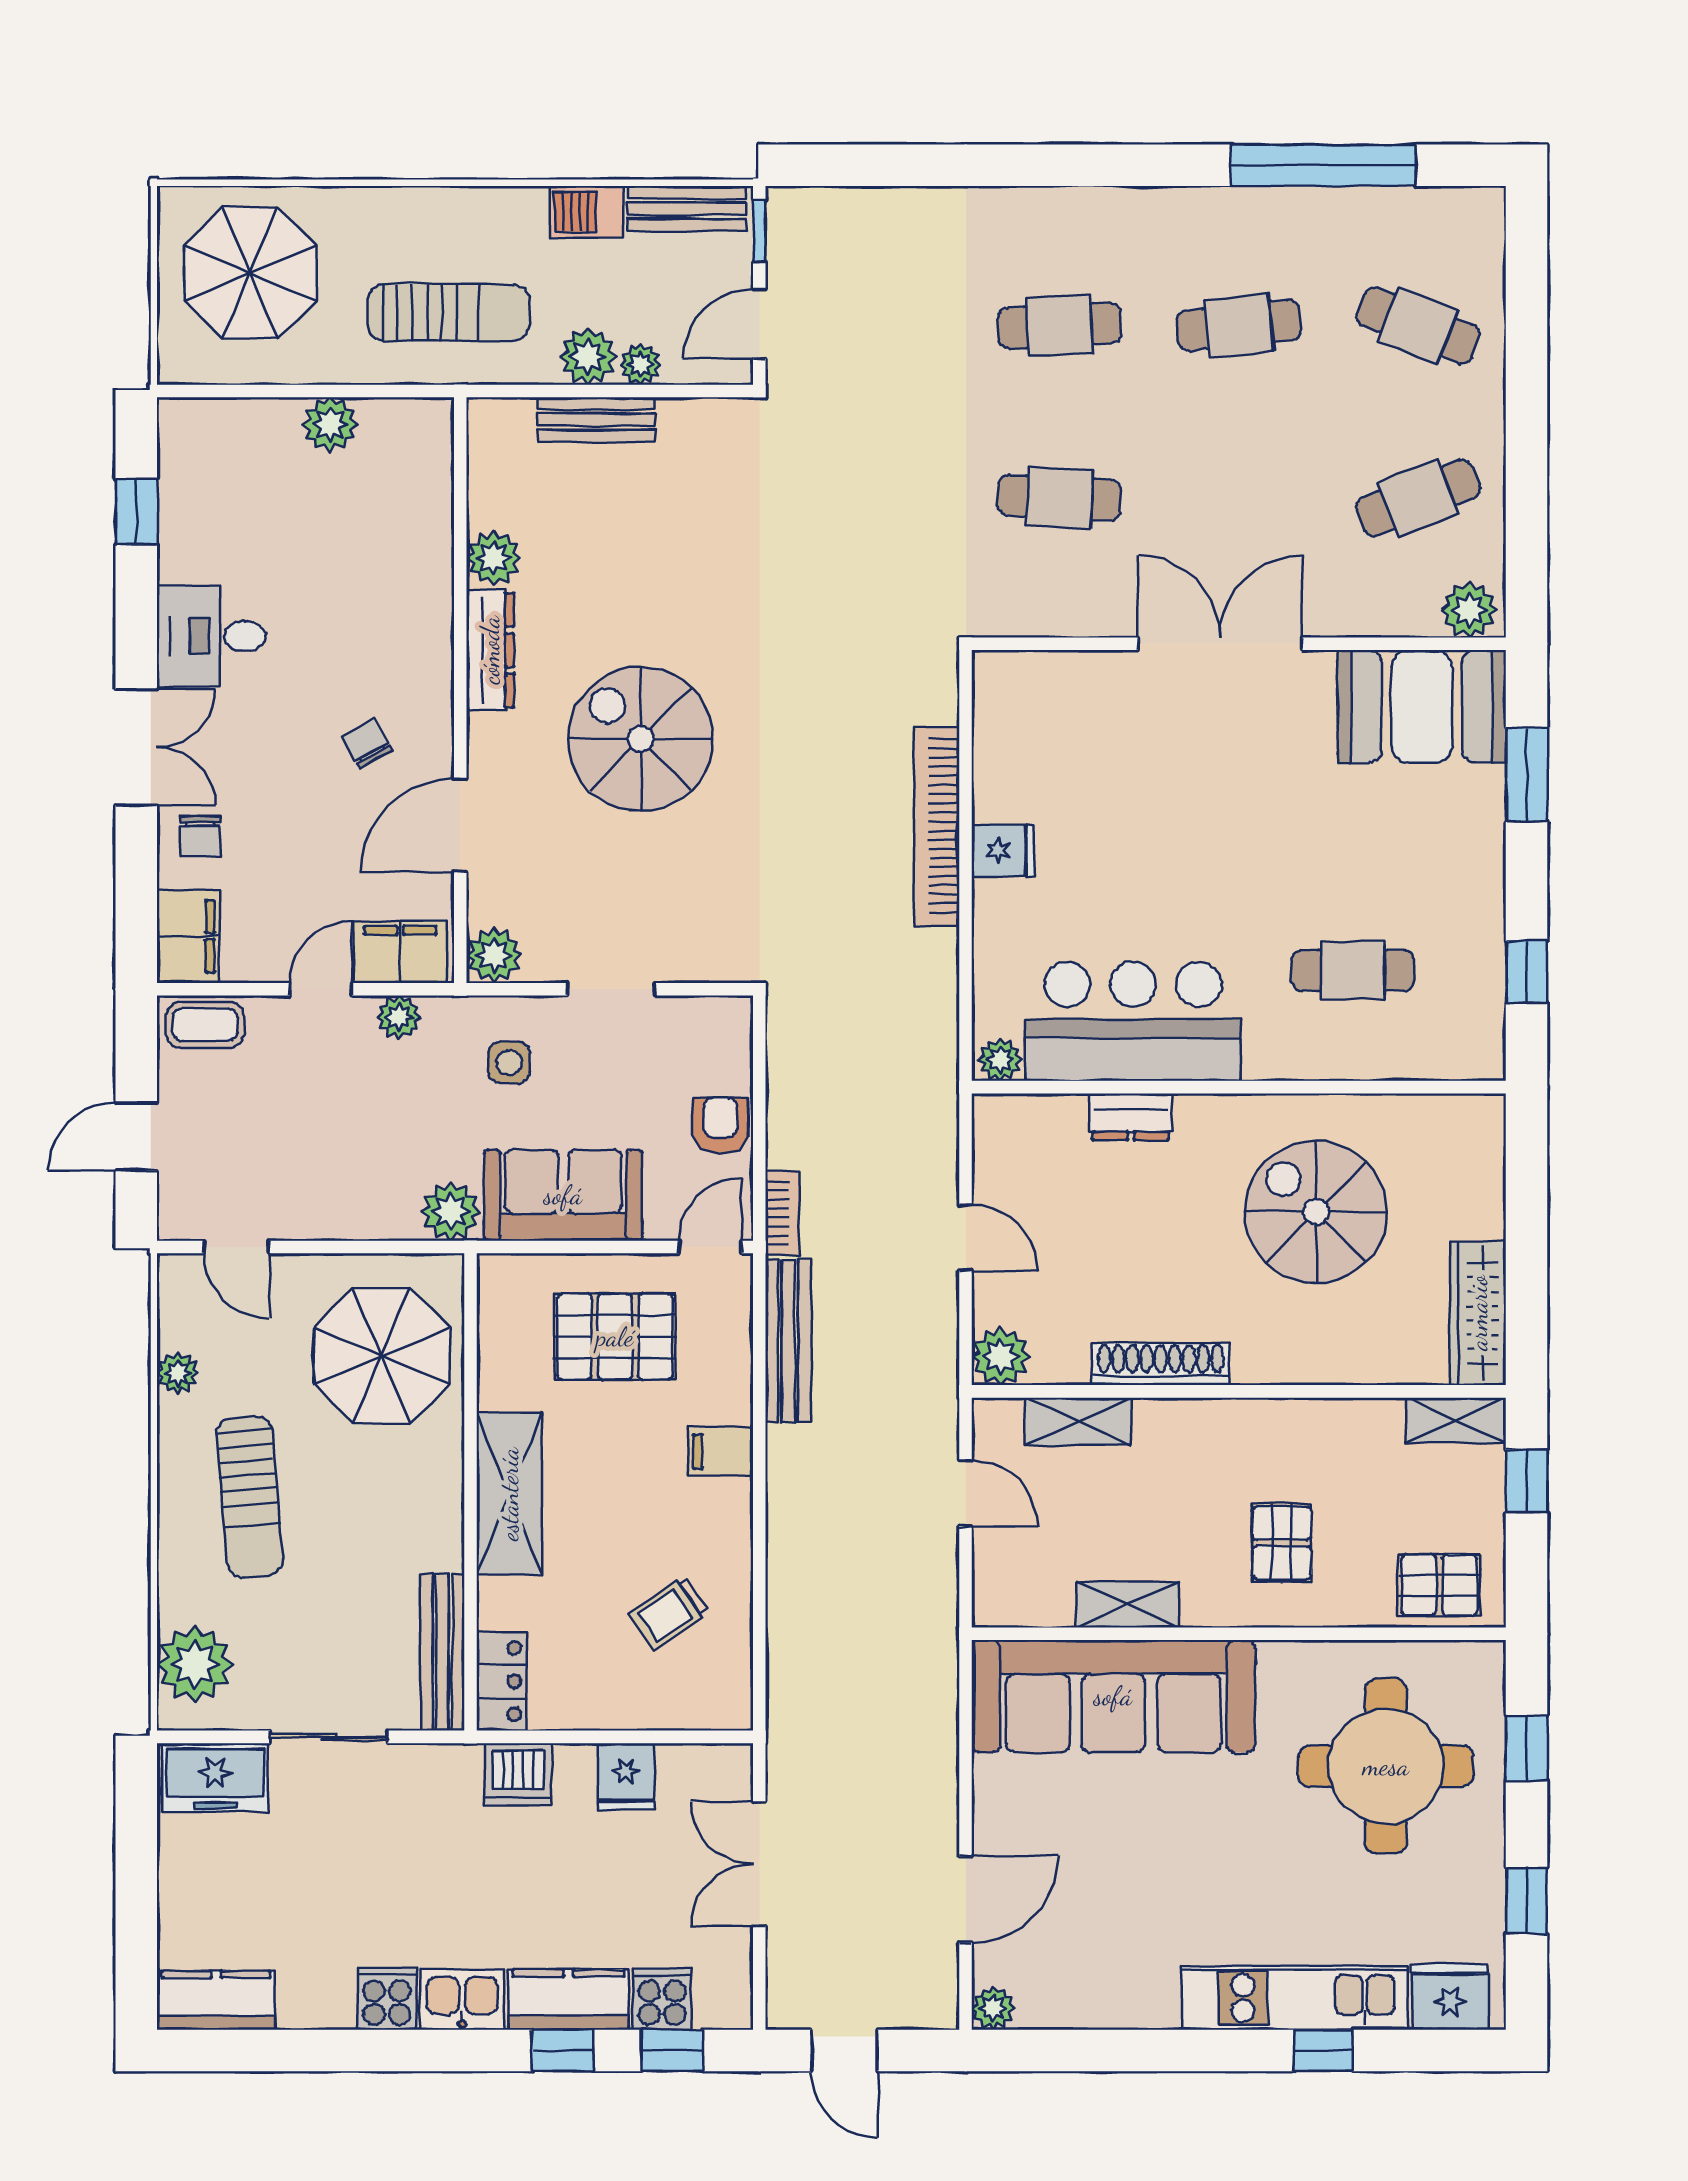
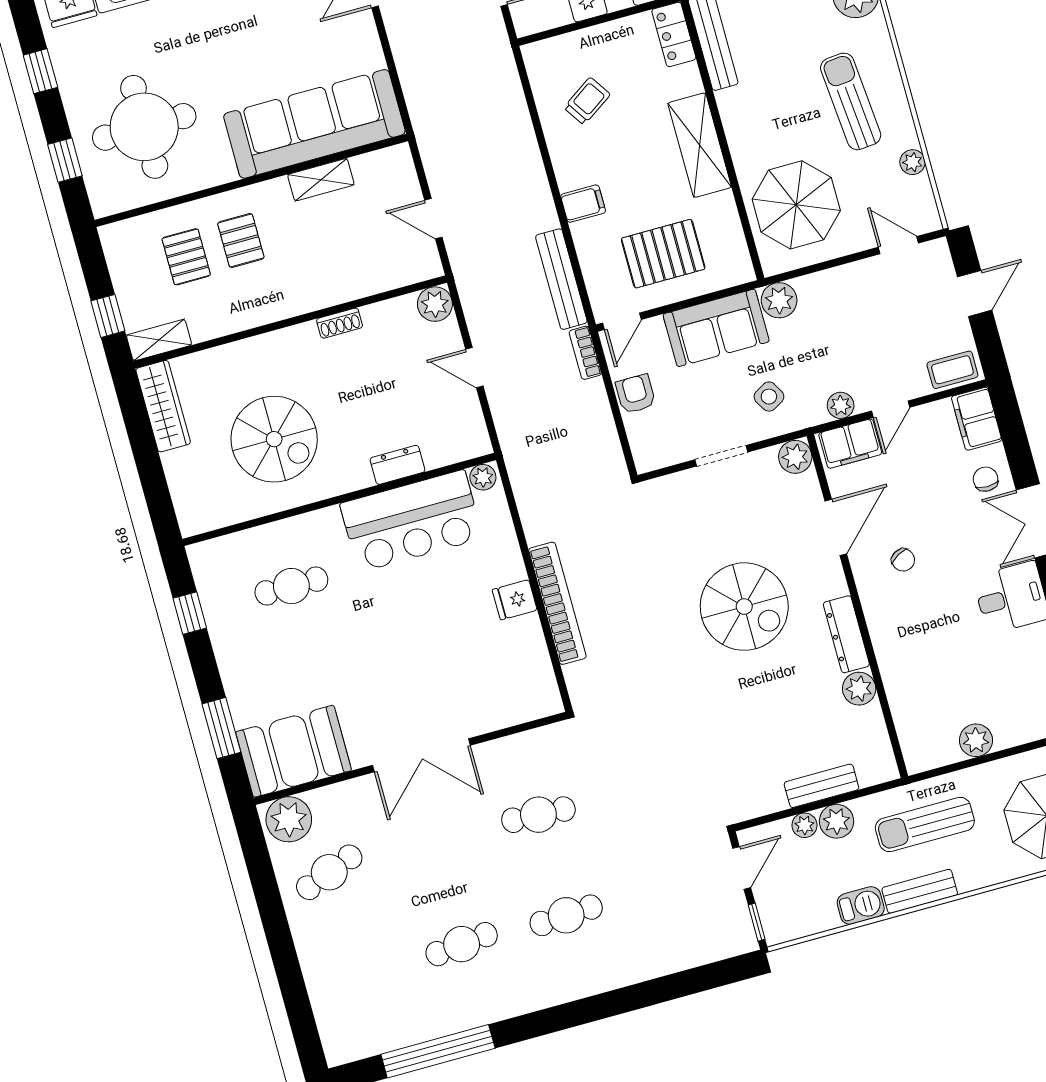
bench: (687, 209) -> (920, 891), moved
cafe table: (1418, 325) -> (357, 973), removed
plant: (1469, 610) -> (289, 819), width x1.36, depth x1.36
side table: (509, 1063) -> (769, 397), turned -30
armchair: (720, 1125) -> (636, 394), turned 180
shoe rack: (1161, 1364) -> (340, 323), width x0.51, depth x0.81
shelving: (1079, 1422) -> (379, 279), removed
pallet: (1439, 1585) -> (186, 257), moved, turned 90

